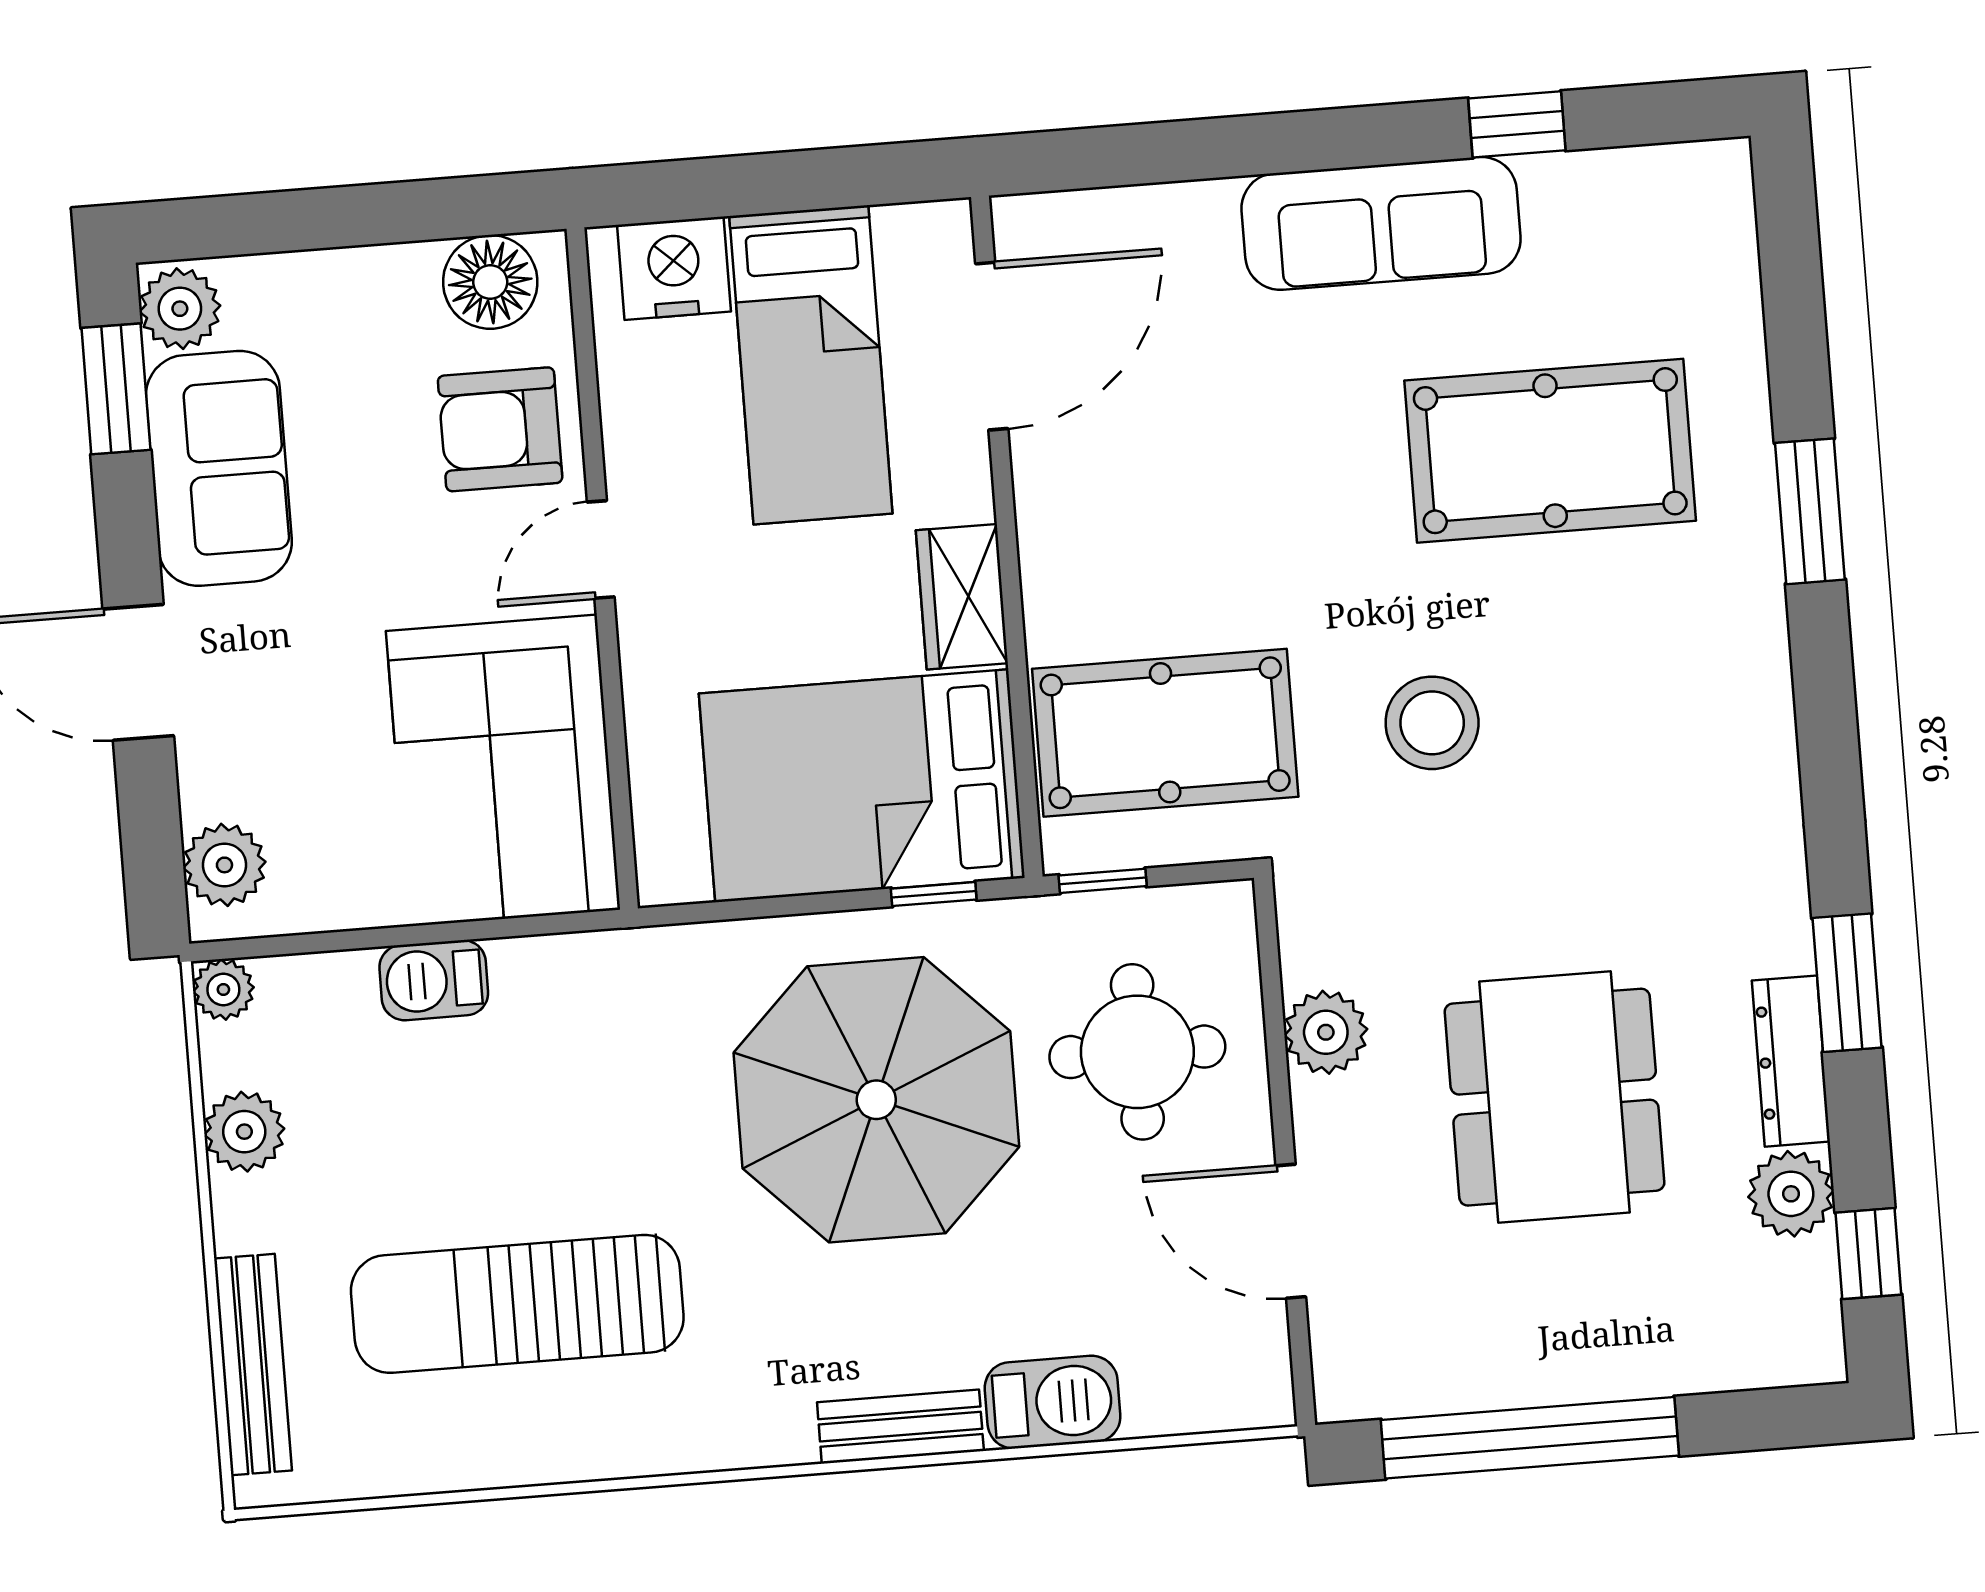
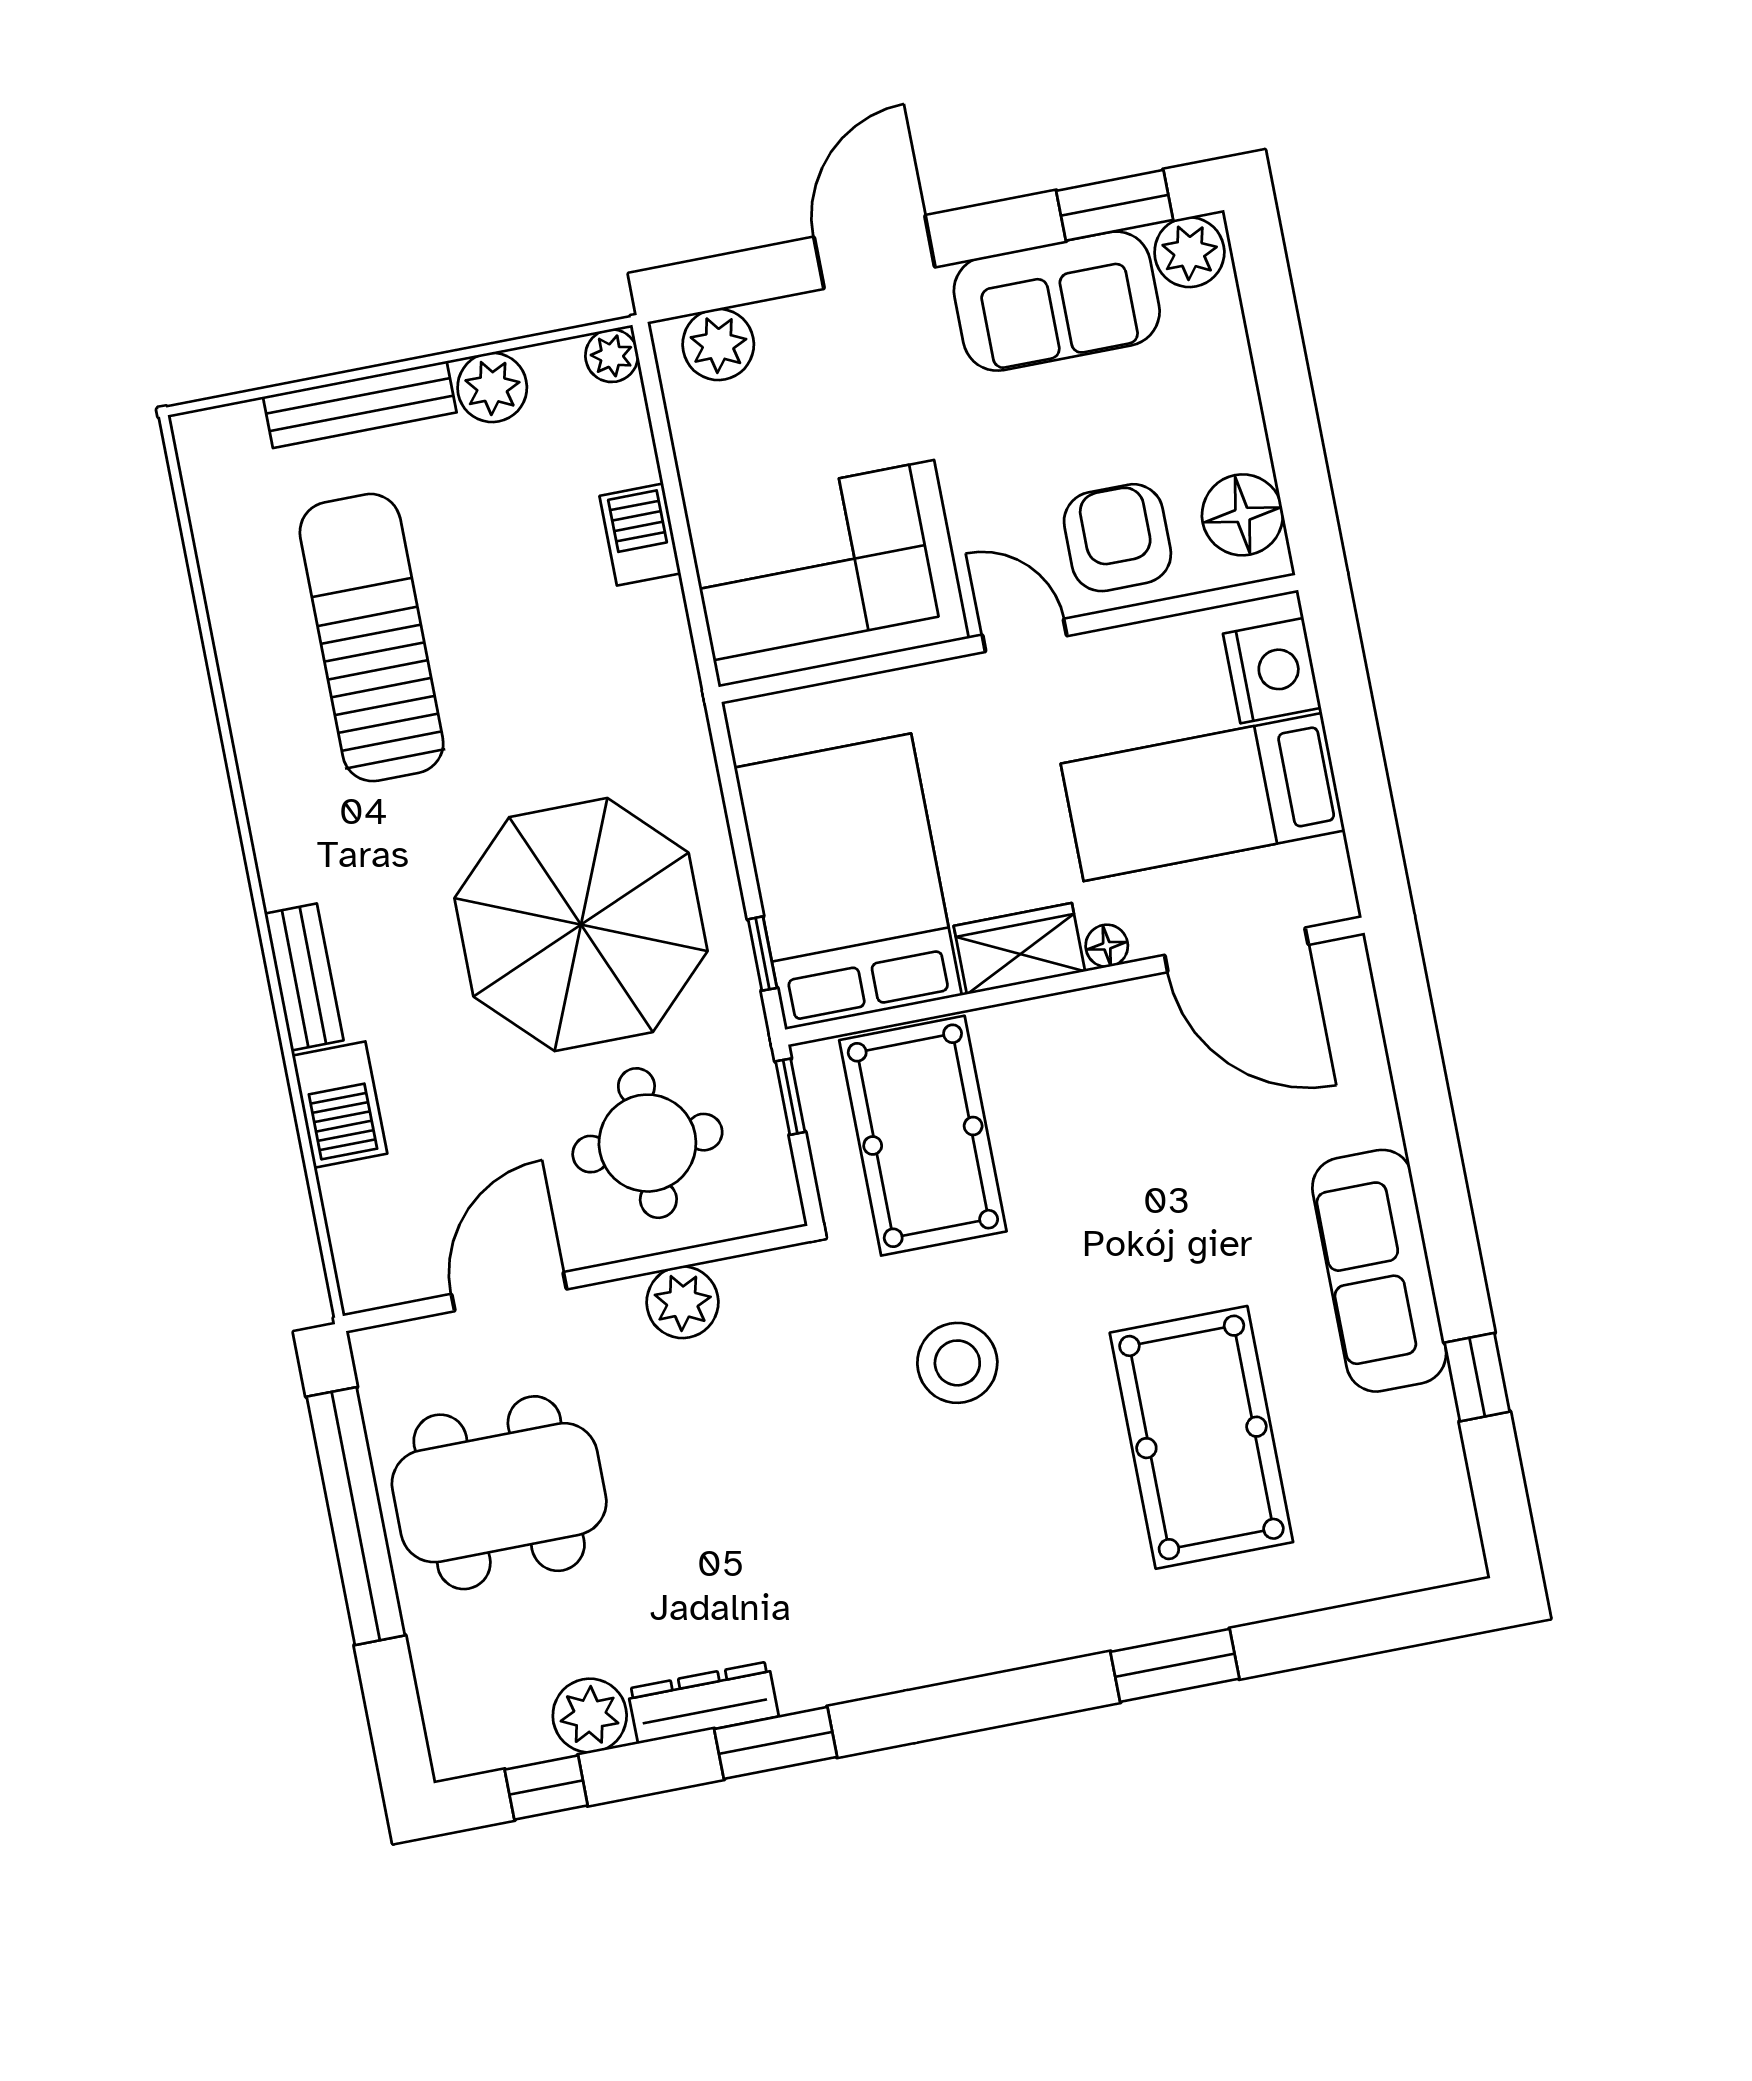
floor lamp: (970, 495) -> (1107, 946), added
dining table: (1555, 1097) -> (499, 1493), moved
bench: (253, 1365) -> (360, 405), moved

